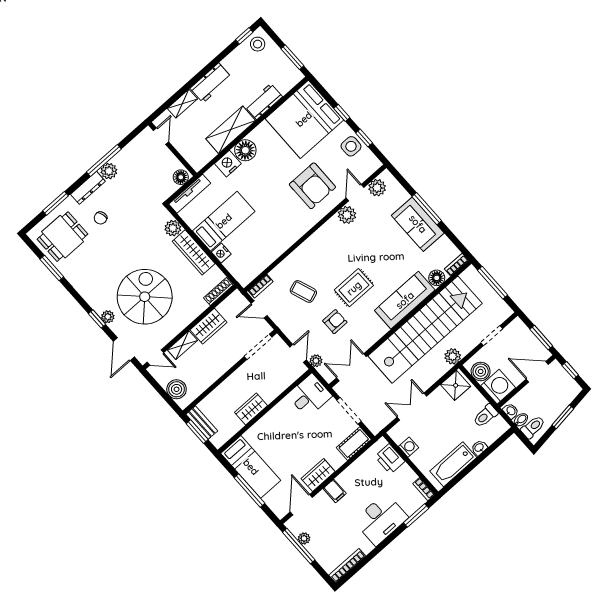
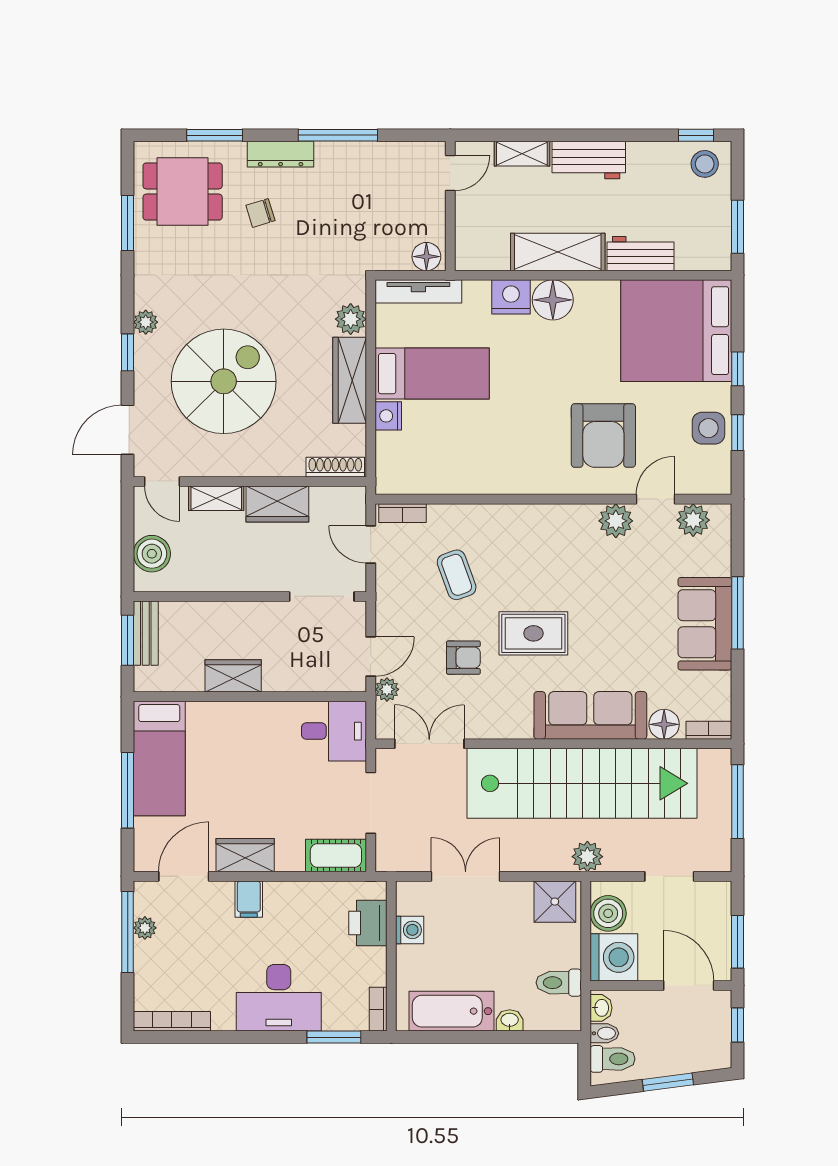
plant: (109, 171) -> (332, 157), removed
plant: (108, 317) -> (146, 322), moved

